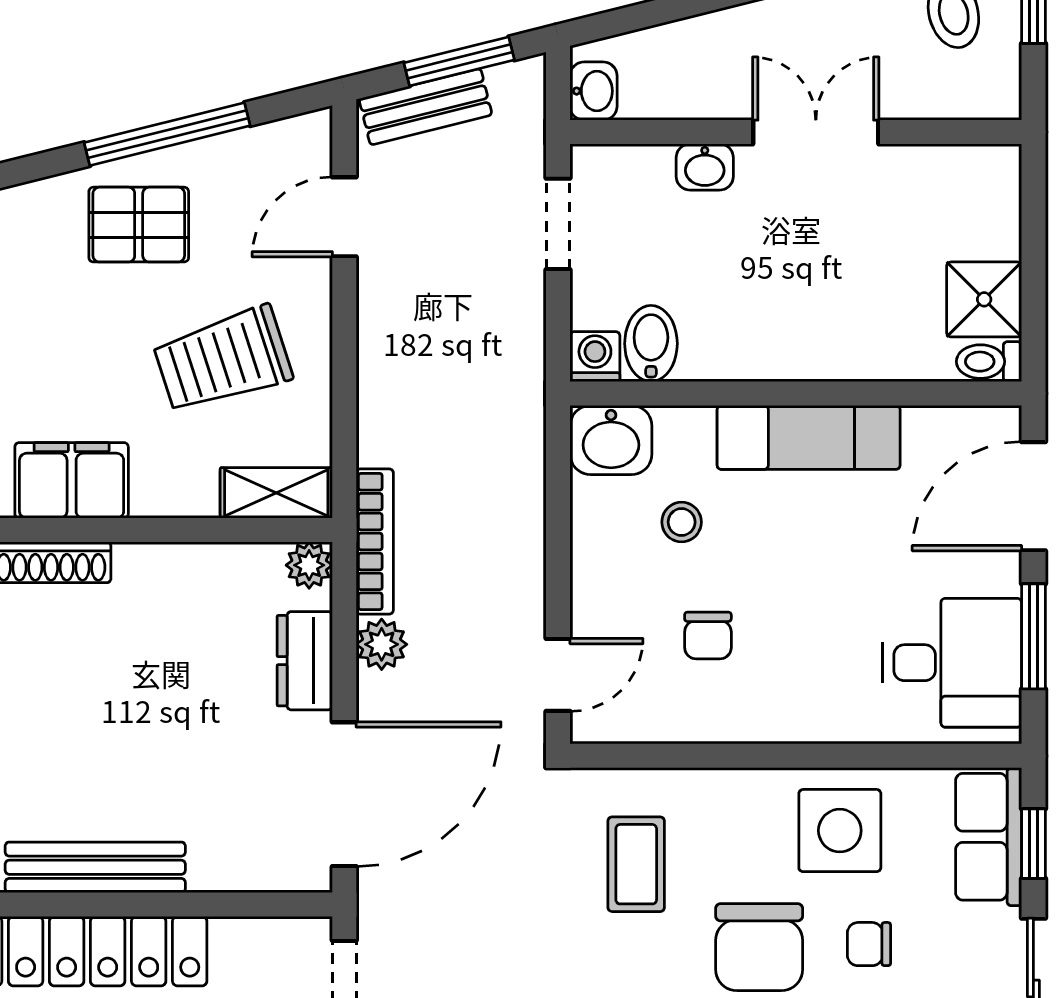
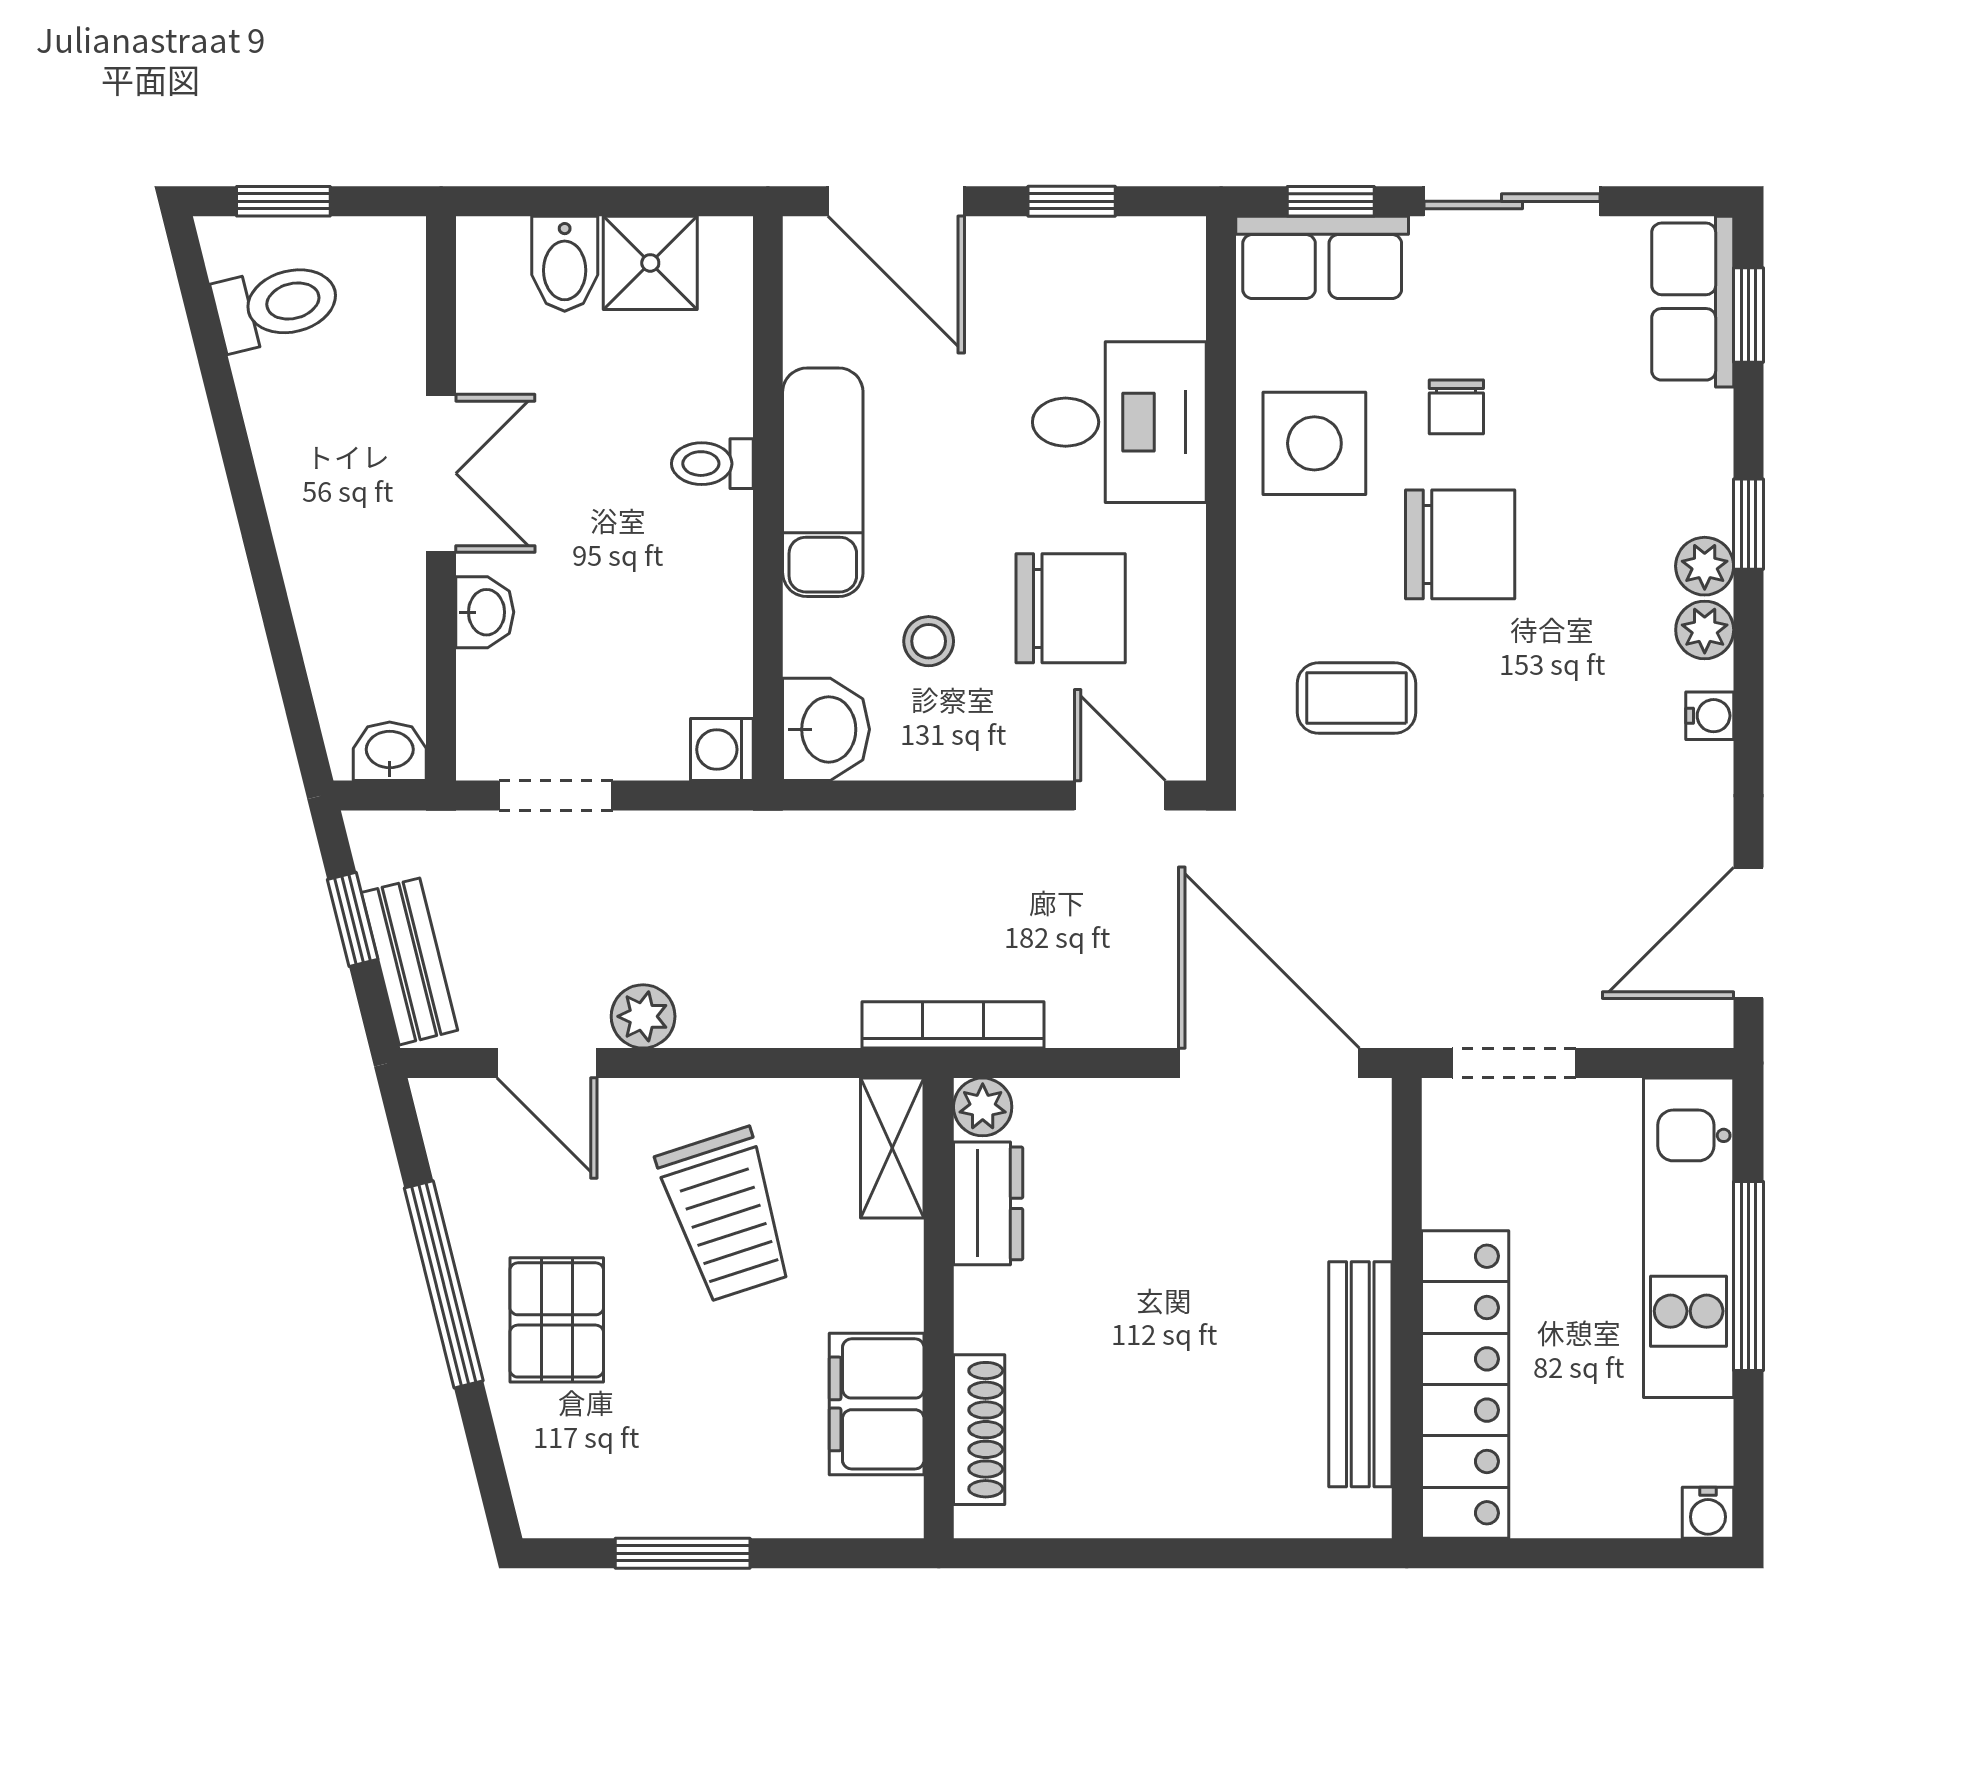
window: (459, 61) -> (353, 919), width x0.67
double door: (816, 132) -> (441, 473), swing flipped
bidet: (651, 344) -> (565, 264), moved, turned -90
toilet: (989, 362) -> (712, 464), moved, turned 90
chair: (708, 636) -> (1071, 608), width x1.87, depth x1.87
window: (1033, 636) -> (1072, 201), width x0.67
plant: (382, 644) -> (643, 1016), moved
dresser: (305, 661) -> (988, 1203), moved, turned -90
desk: (952, 663) -> (1119, 422), moved, turned 90

